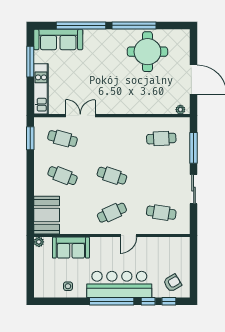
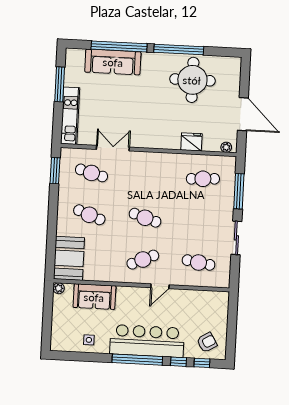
sofa: (58, 39) -> (113, 62), moved
fridge: (149, 106) -> (191, 142), added

